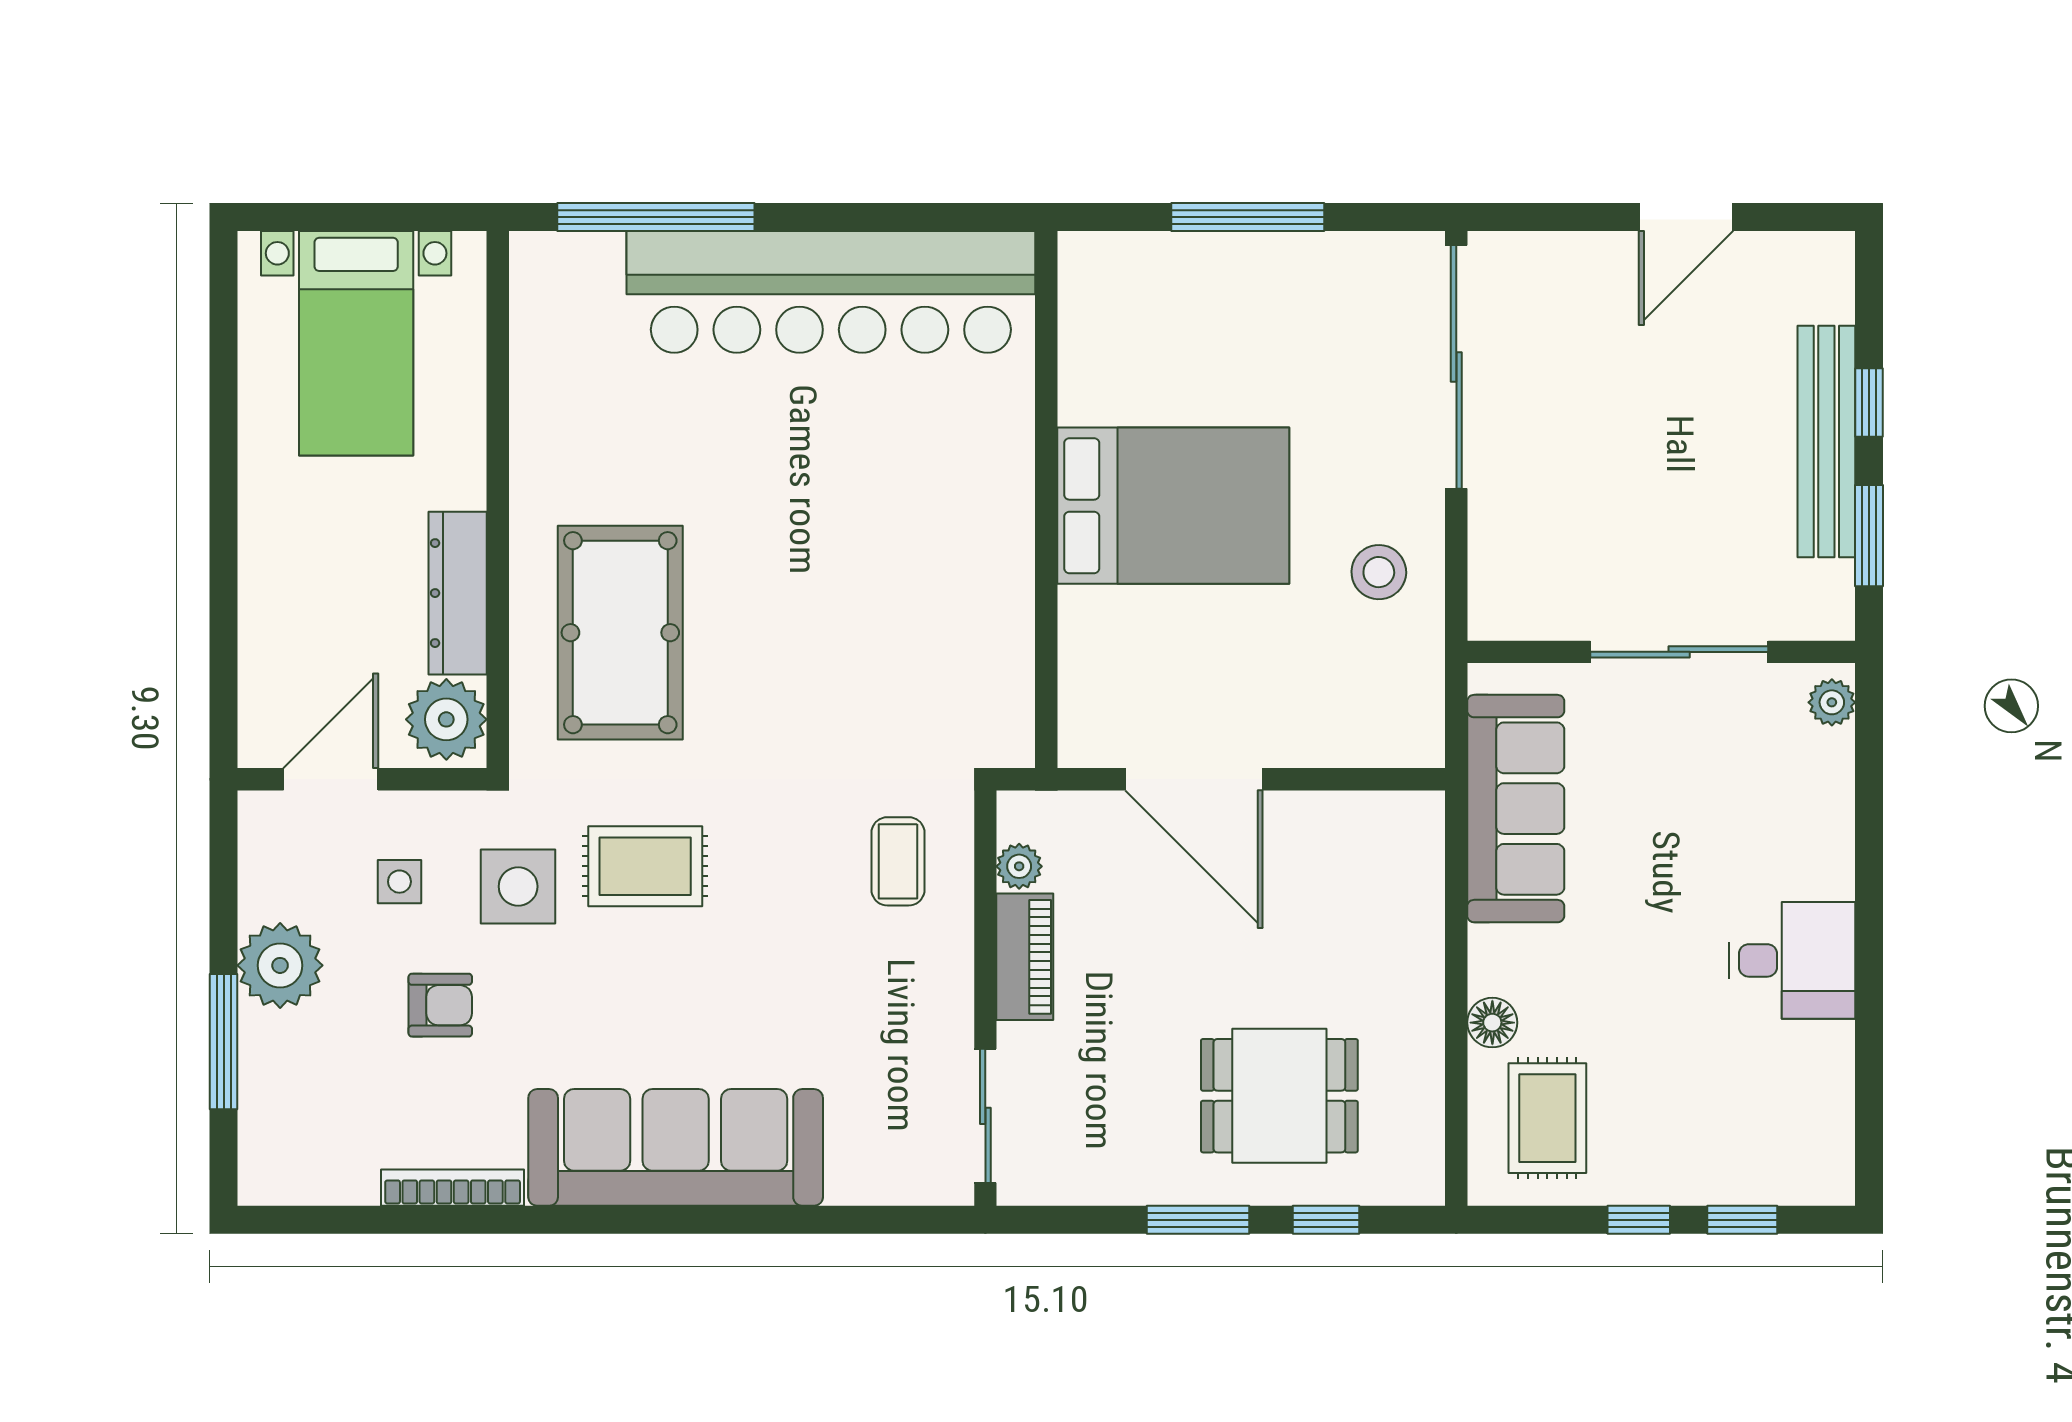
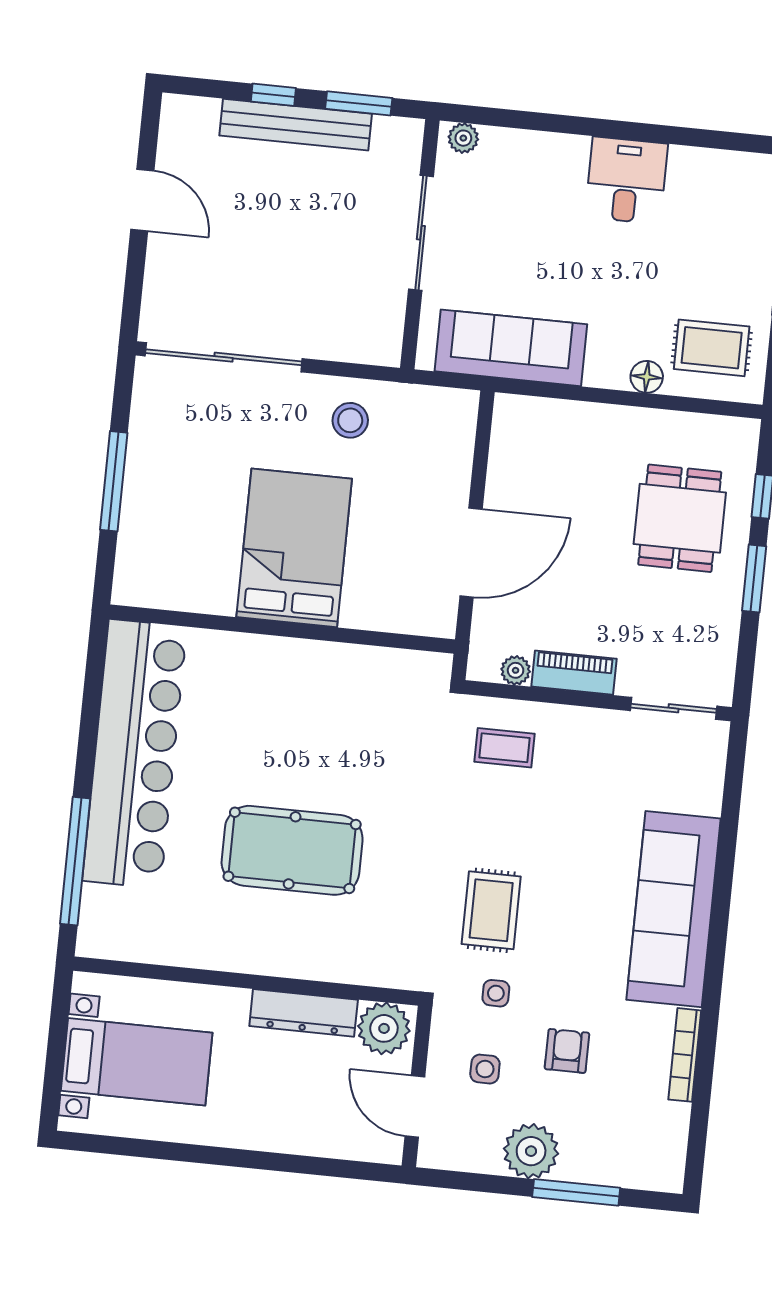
pool table: (620, 633) -> (292, 850), moved
side table: (518, 886) -> (496, 993), width x0.54, depth x0.54

